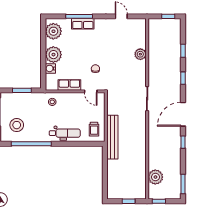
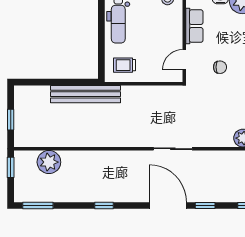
door: (183, 114) -> (168, 205), moved
bench: (112, 137) -> (85, 94), moved

